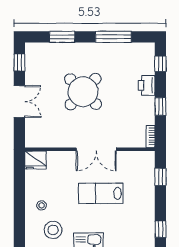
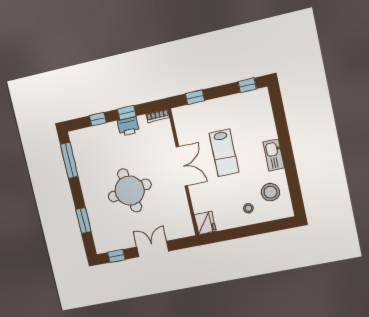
window: (113, 37) -> (69, 160), moved
window: (160, 64) -> (98, 119), moved
printer: (147, 85) -> (128, 126), moved
round table: (83, 92) -> (130, 191), turned 37

